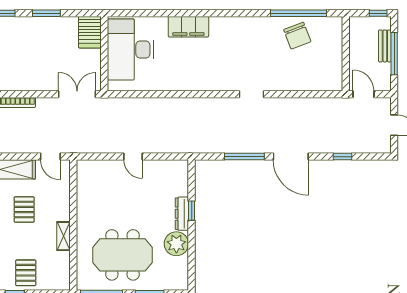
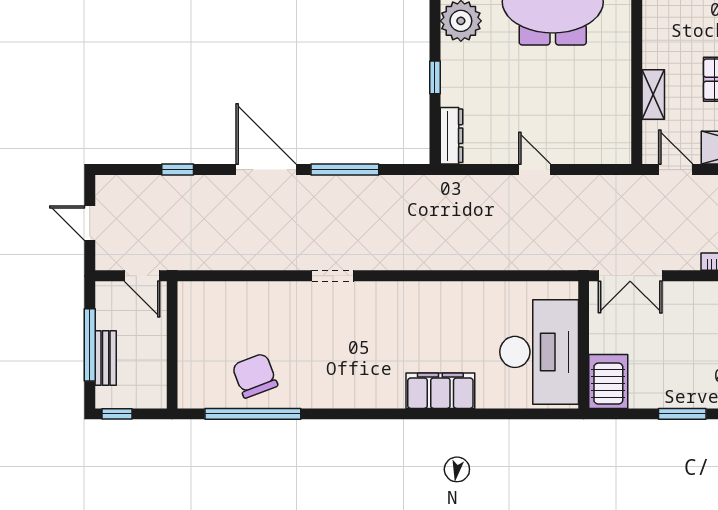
dresser: (182, 214) -> (451, 136), moved
shelving: (63, 236) -> (653, 94), moved

